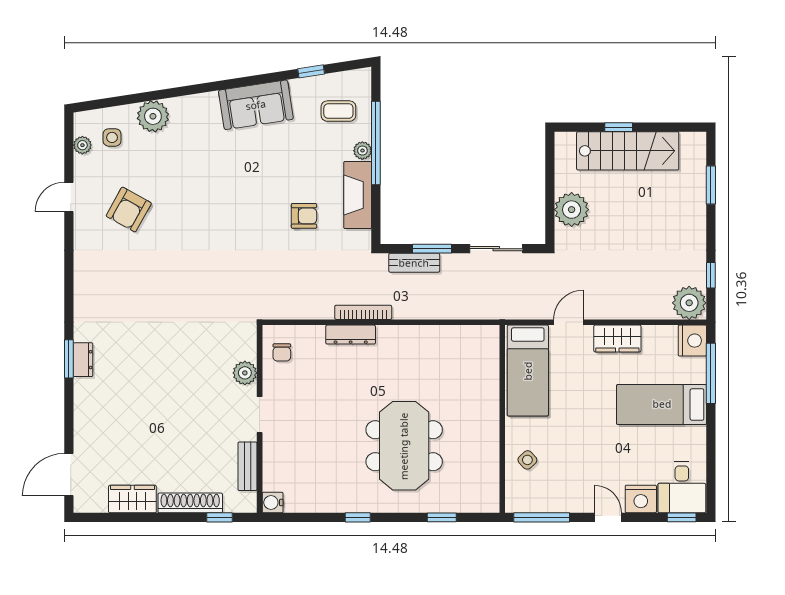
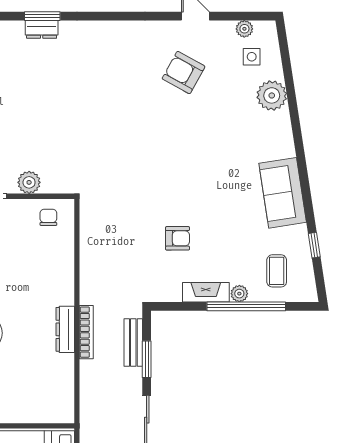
fireplace: (358, 195) -> (206, 292), width x0.73, depth x0.76
armchair: (304, 216) -> (178, 238), turned -90
bookcase: (363, 312) -> (86, 332), moved
dresser: (351, 335) -> (65, 329), moved
chair: (282, 352) -> (48, 217), turned 90

